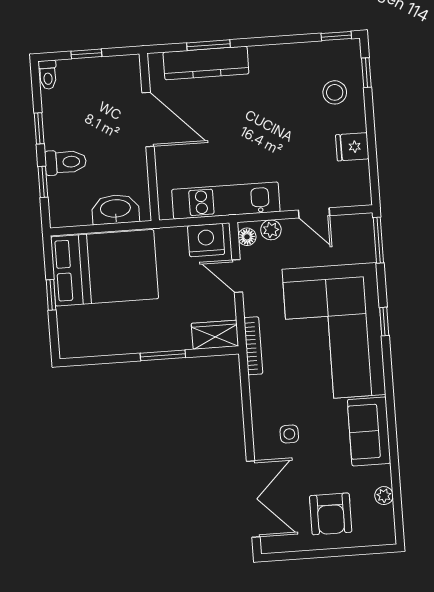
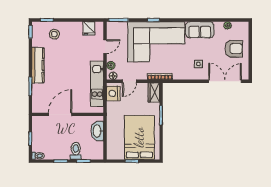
kitchen counter: (206, 63) -> (38, 65), moved
fridge: (352, 147) -> (89, 28), moved
bed: (105, 268) -> (139, 137), moved

